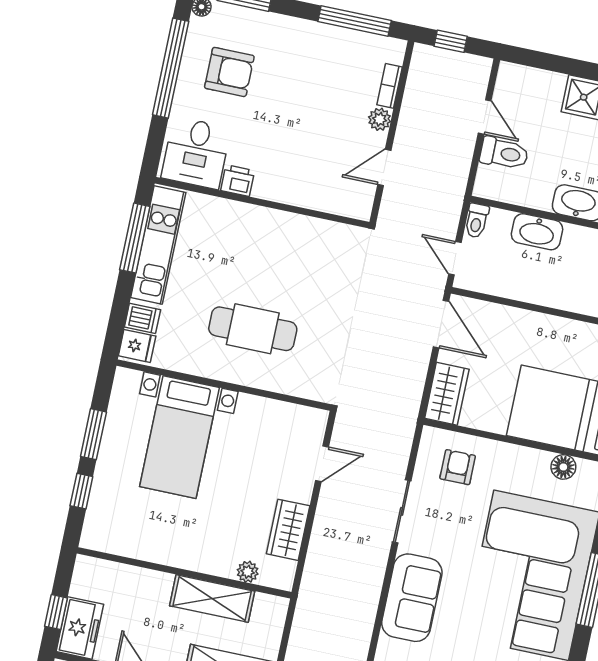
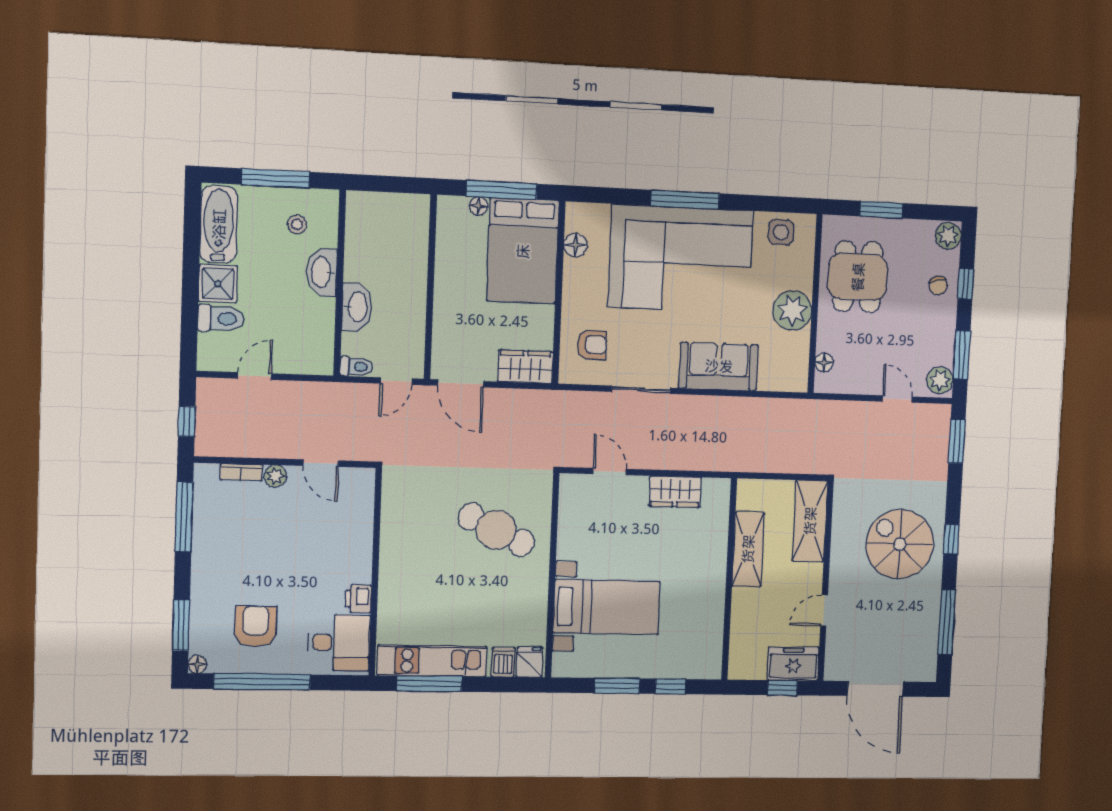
toilet: (504, 153) -> (221, 319), moved, turned 90
door: (441, 324) -> (461, 383), swing flipped
cafe table: (253, 329) -> (496, 530), moved, turned -64
armchair: (458, 467) -> (592, 345), turned 180
plant: (248, 572) -> (719, 522), removed

